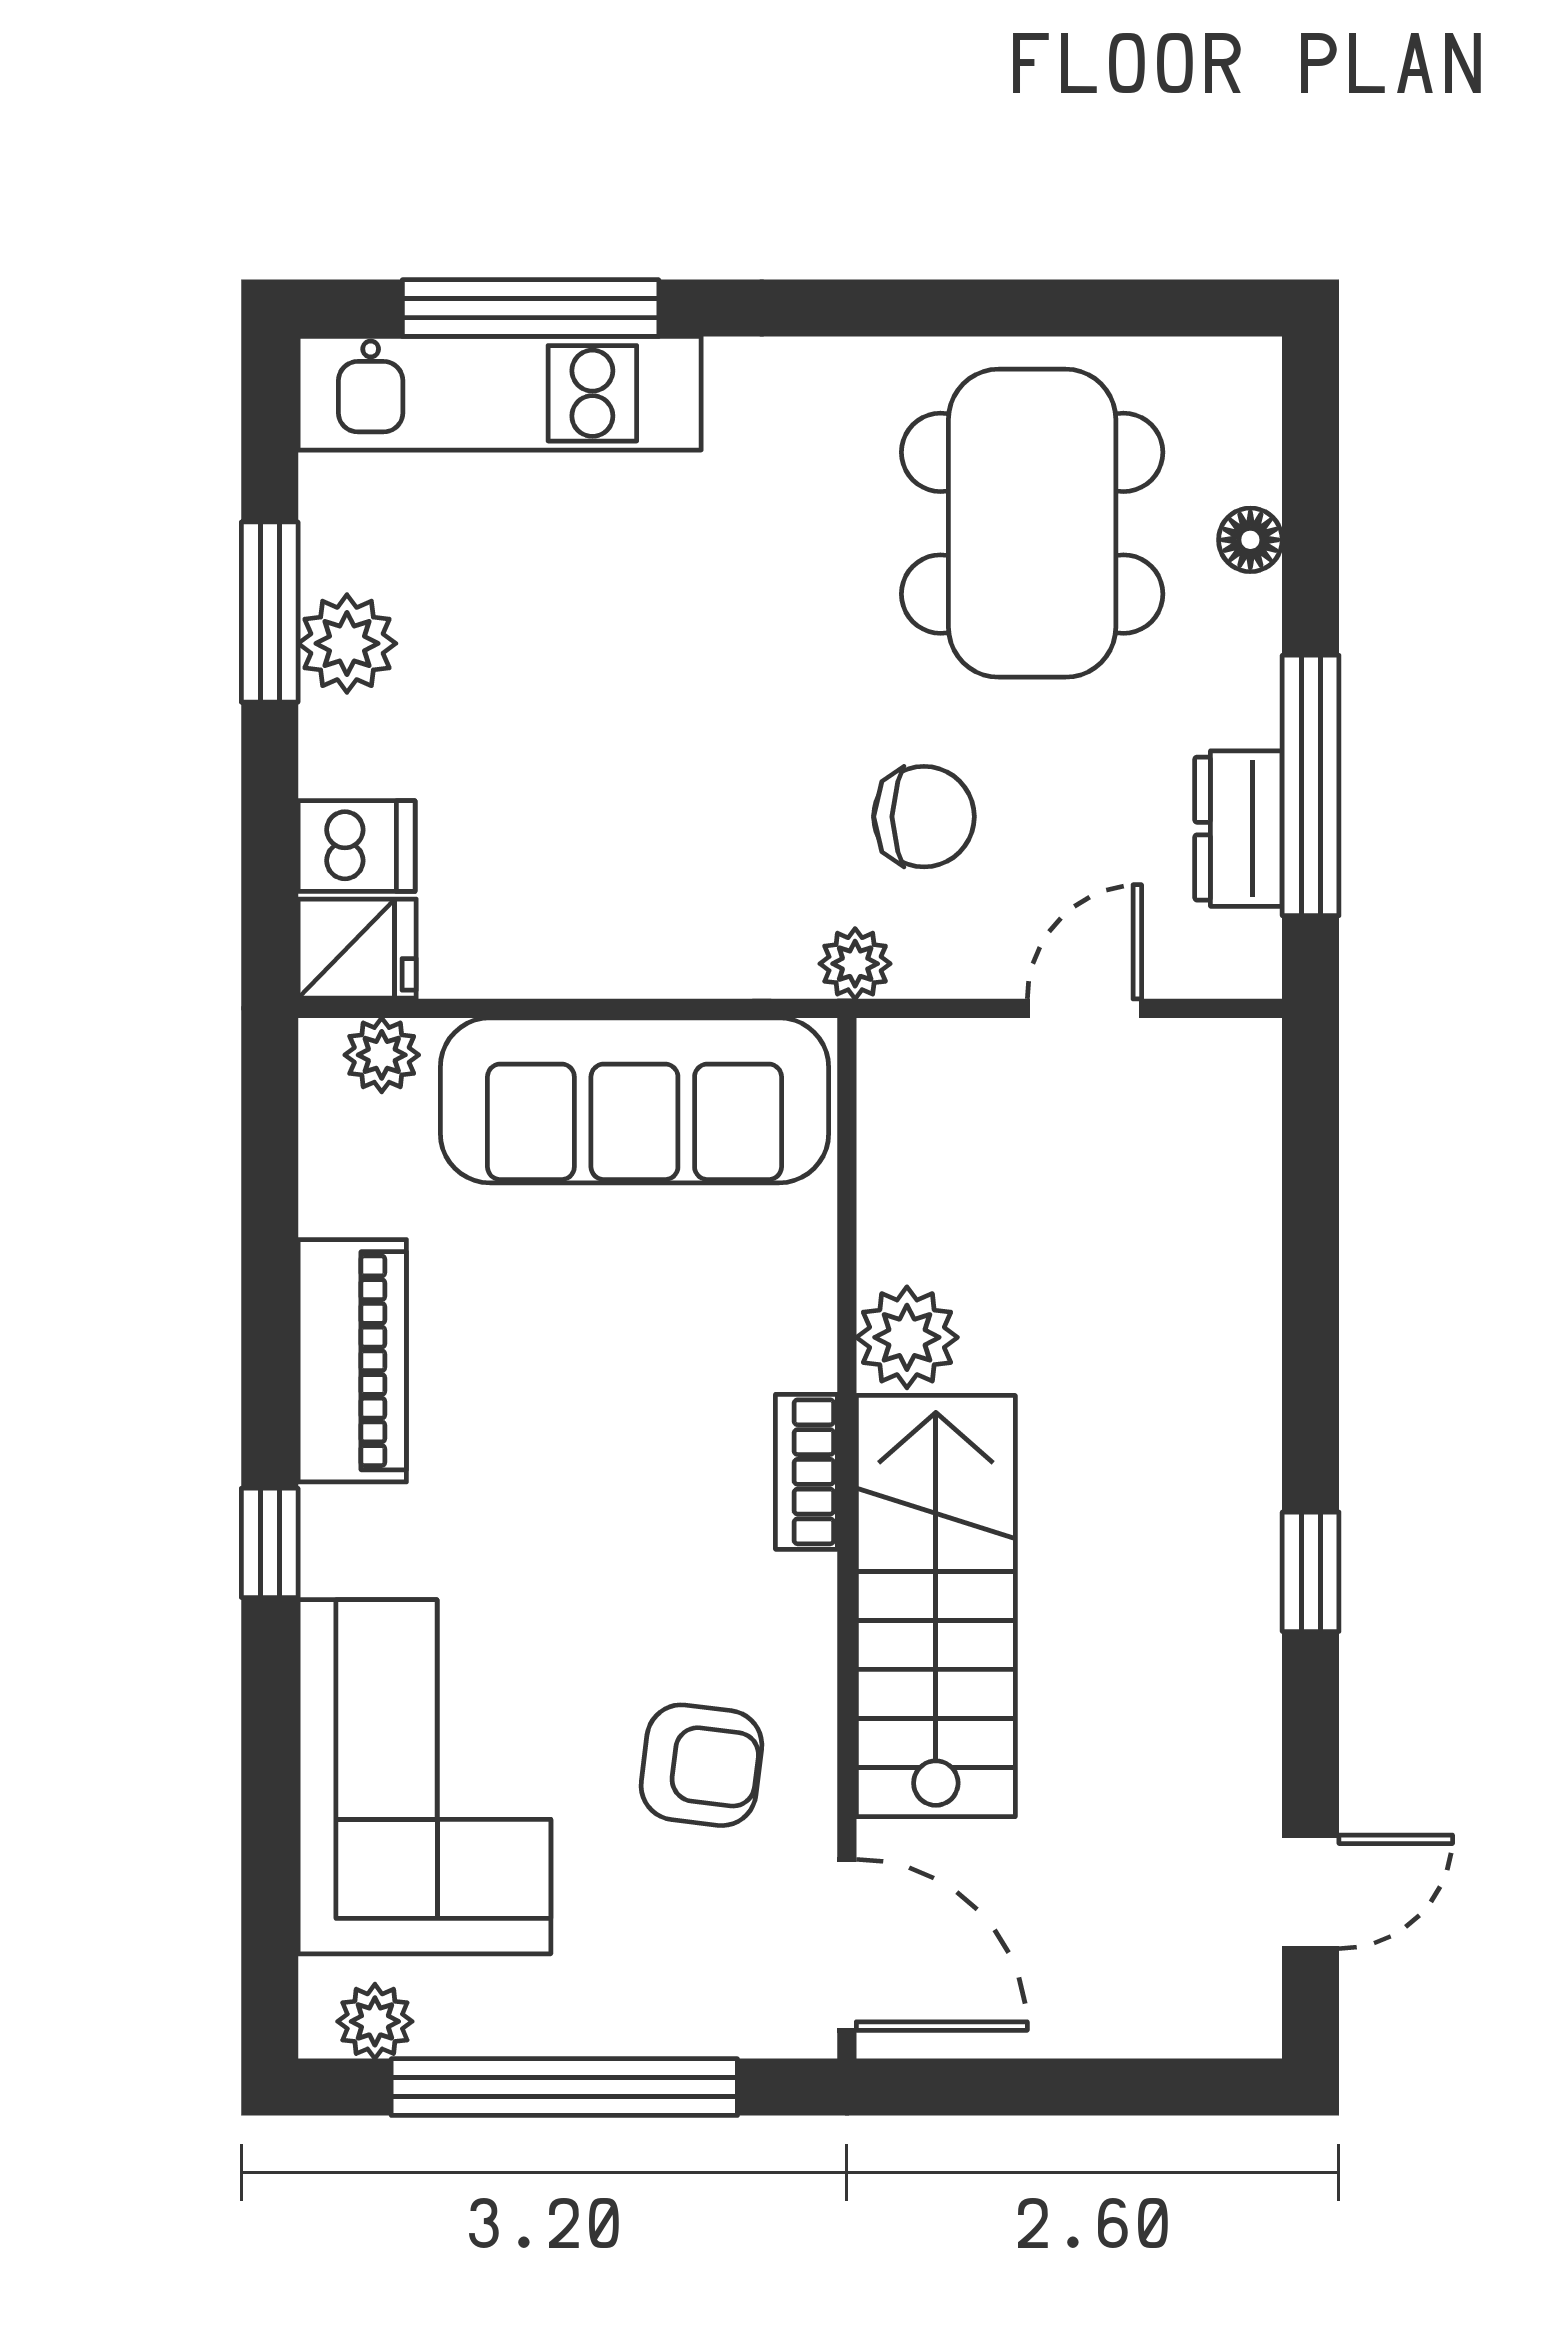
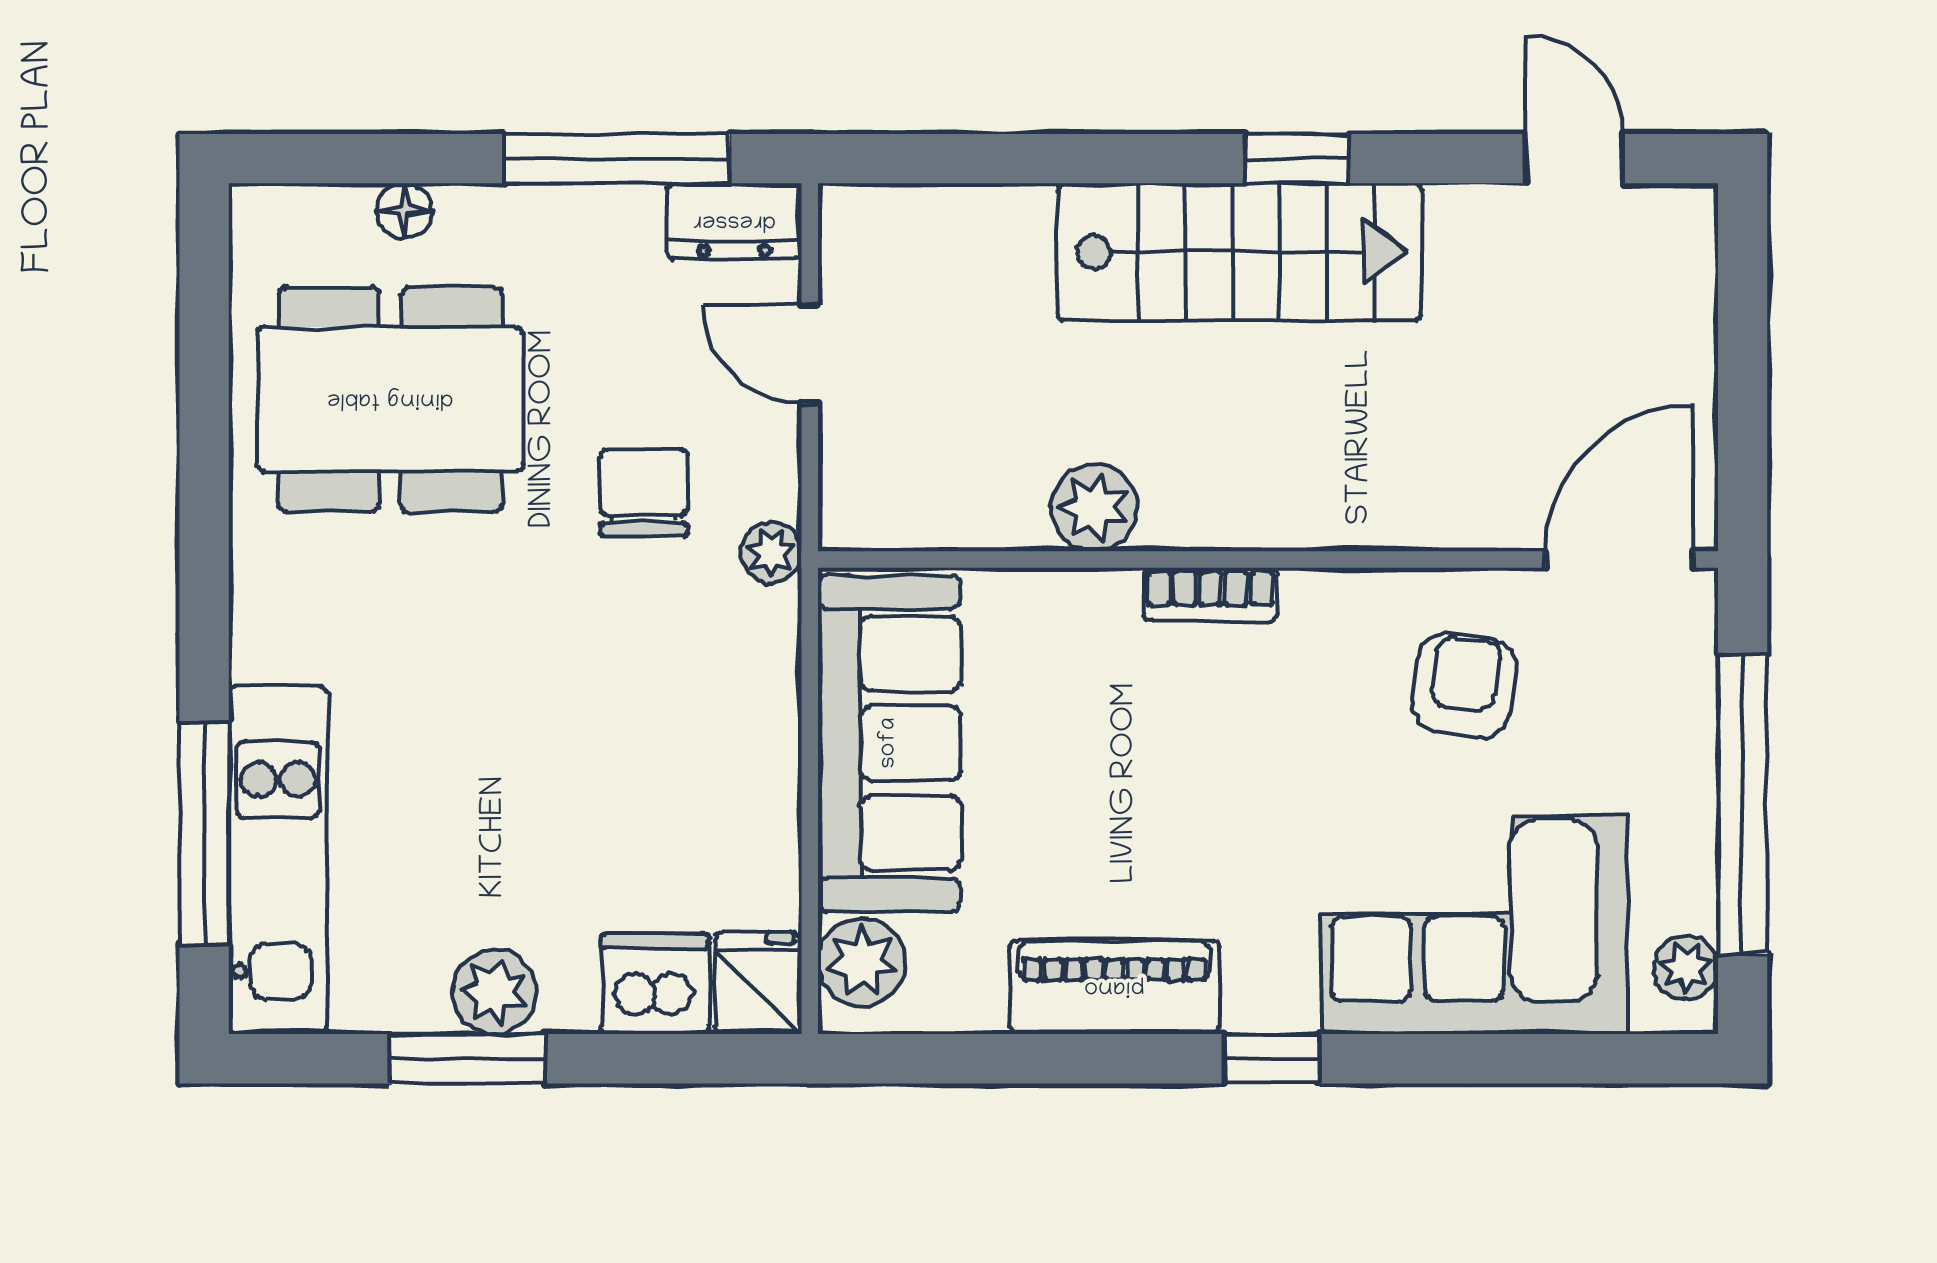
dresser: (1238, 829) -> (734, 221), moved
dishwasher: (357, 846) -> (655, 984), width x1.38
plant: (382, 1055) -> (862, 962), width x1.38, depth x1.38
stairs: (936, 1606) -> (1240, 252), moved, turned 180

